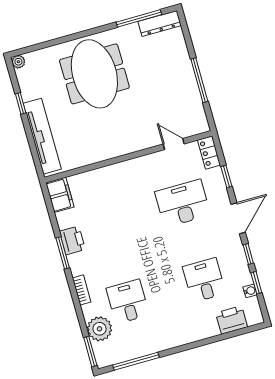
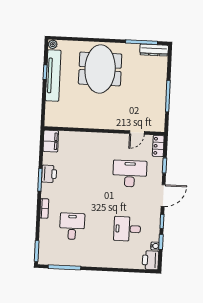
tv unit: (42, 136) -> (53, 76), moved
door: (174, 144) -> (137, 133), swing flipped
desk: (204, 280) -> (127, 229), turned -90
printer: (232, 320) -> (150, 260), moved, turned -90
plant: (100, 329) -> (48, 238), removed

